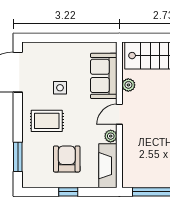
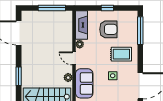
door: (119, 114) -> (74, 58), swing flipped
window: (18, 157) -> (140, 31), width x1.44
armchair: (67, 159) -> (108, 29), turned -90

